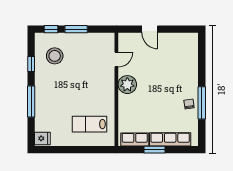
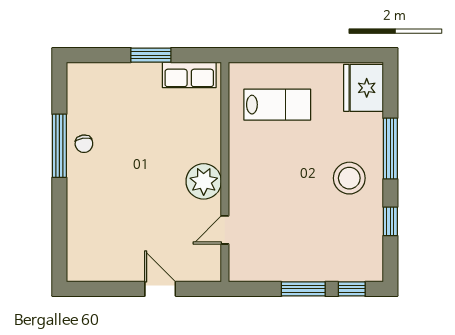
stool: (55, 56) -> (349, 178), moved
fridge: (42, 138) -> (364, 88), width x1.88, depth x1.34
row of seats: (170, 139) -> (121, 75), removed

